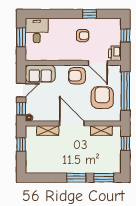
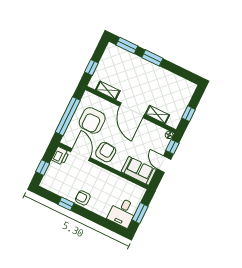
armchair: (83, 36) -> (83, 198), moved
armchair: (77, 76) -> (106, 152), turned -84
door: (21, 90) -> (164, 164), hinge flipped

